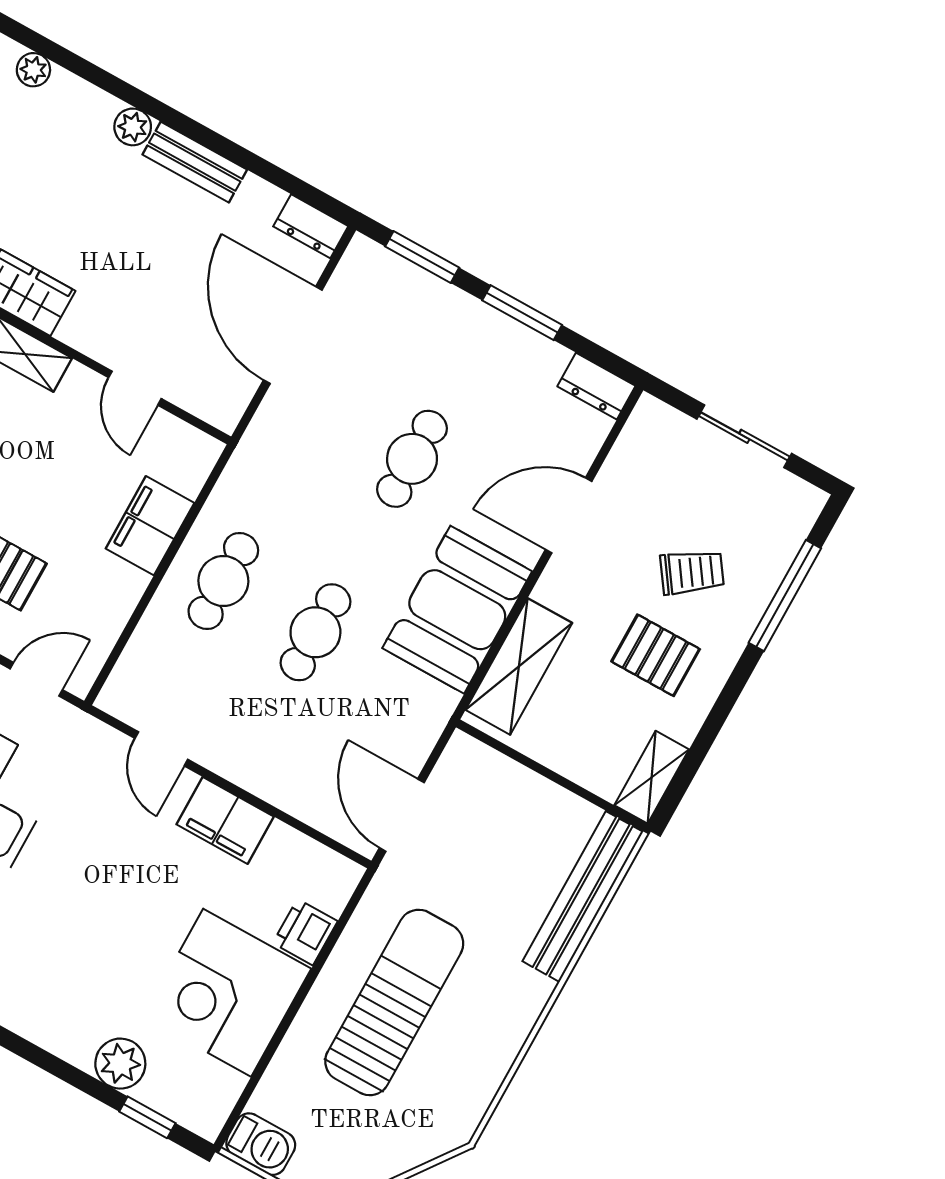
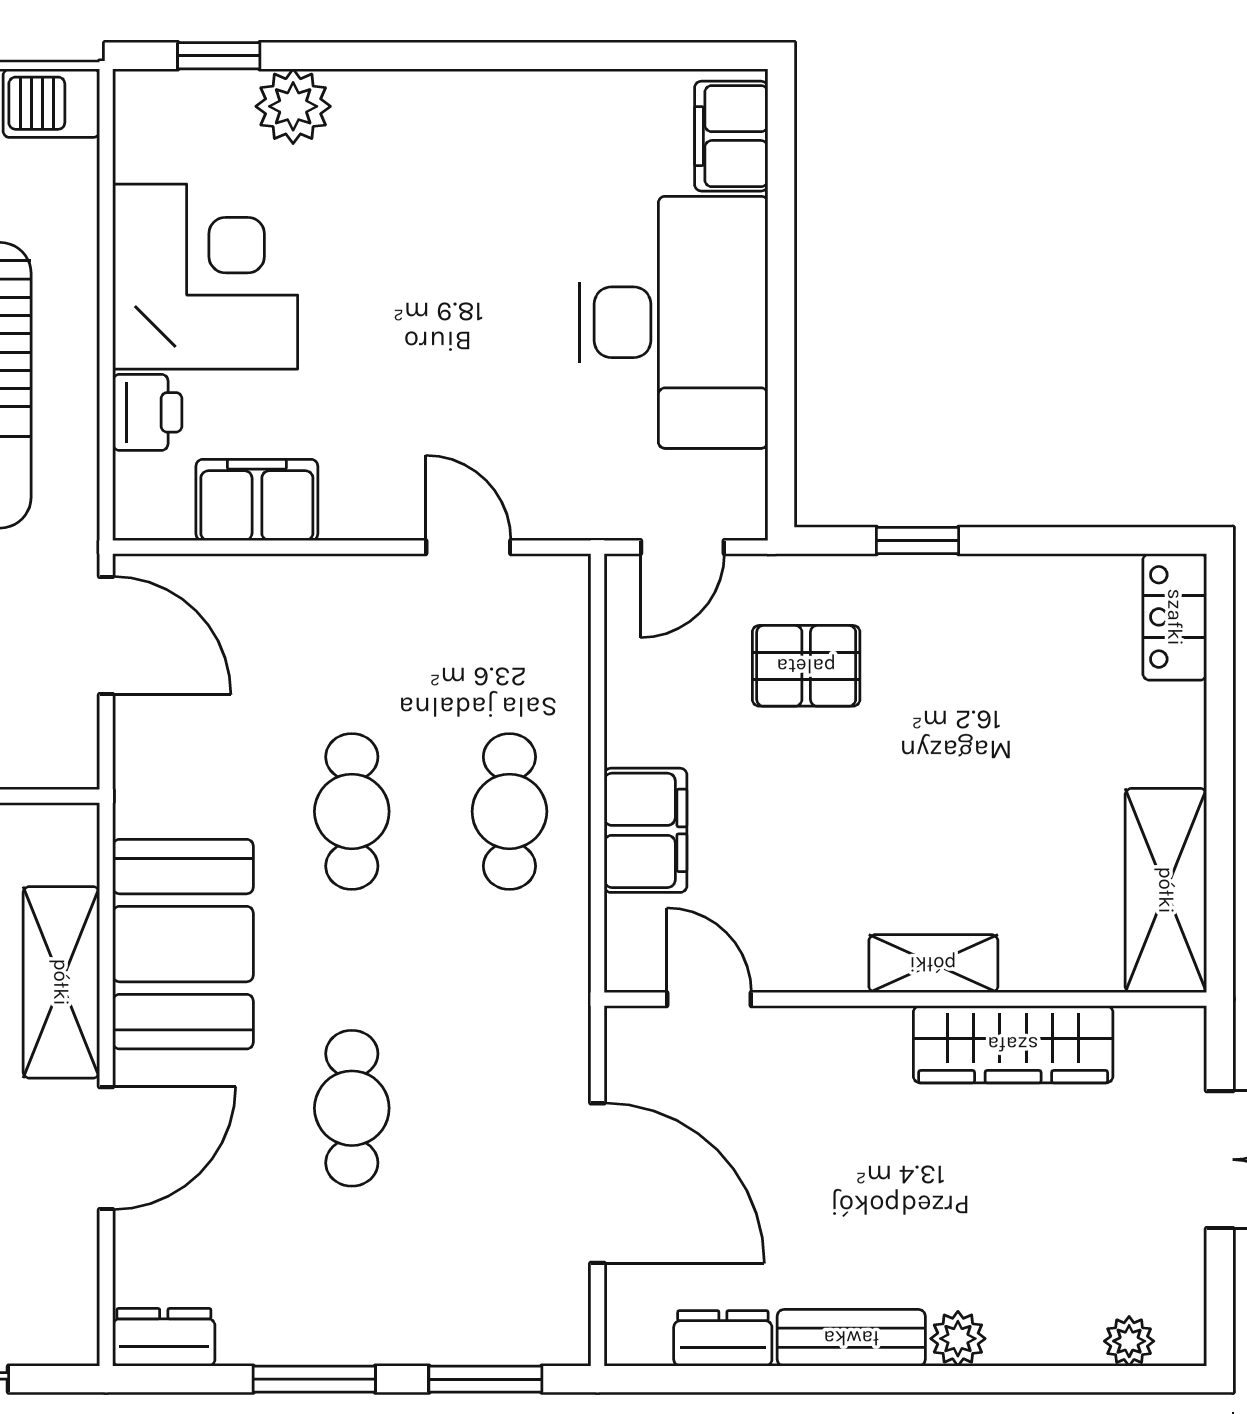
dresser: (311, 226) -> (723, 1338), moved
door: (135, 388) -> (709, 999), moved
shelving: (519, 666) -> (61, 982), moved
filing cabinet: (225, 820) -> (257, 500), moved

